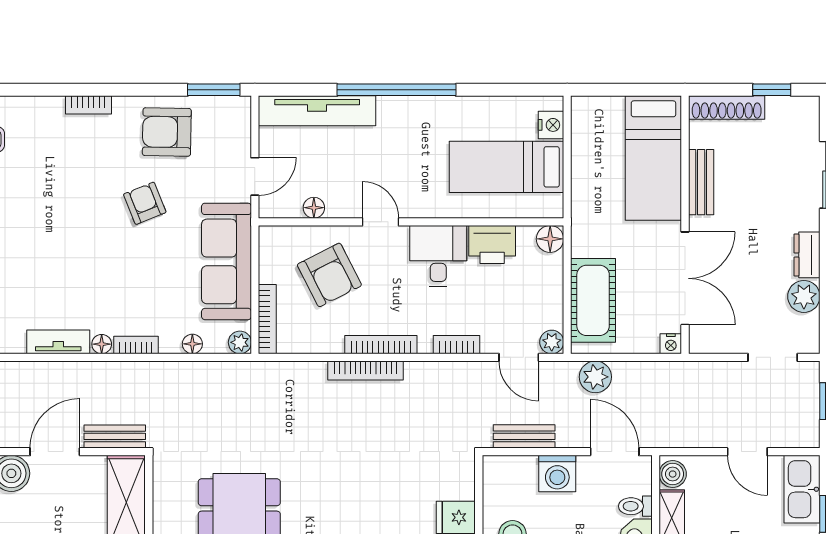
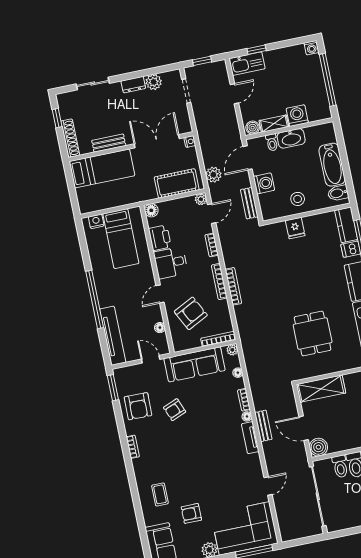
bench: (115, 436) -> (263, 426), moved

